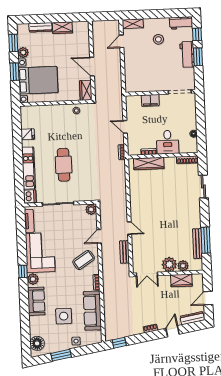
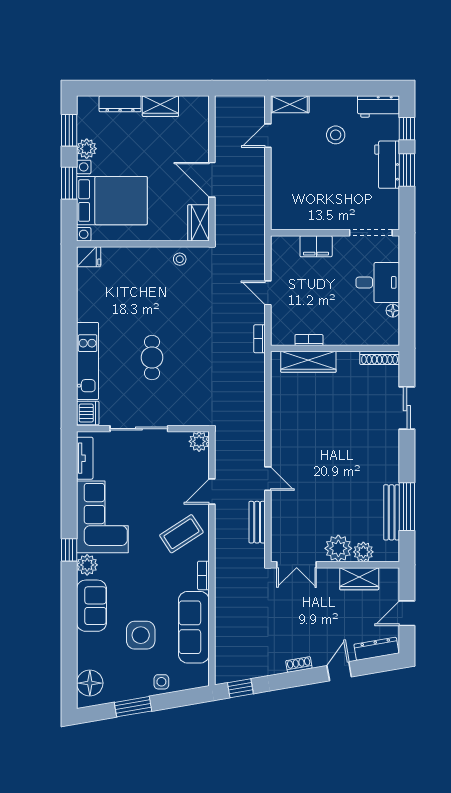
fridge: (28, 134) -> (89, 257), moved
desk: (168, 142) -> (378, 282), moved, turned -90
cafe table: (64, 165) -> (152, 358), width x0.73, depth x0.74

